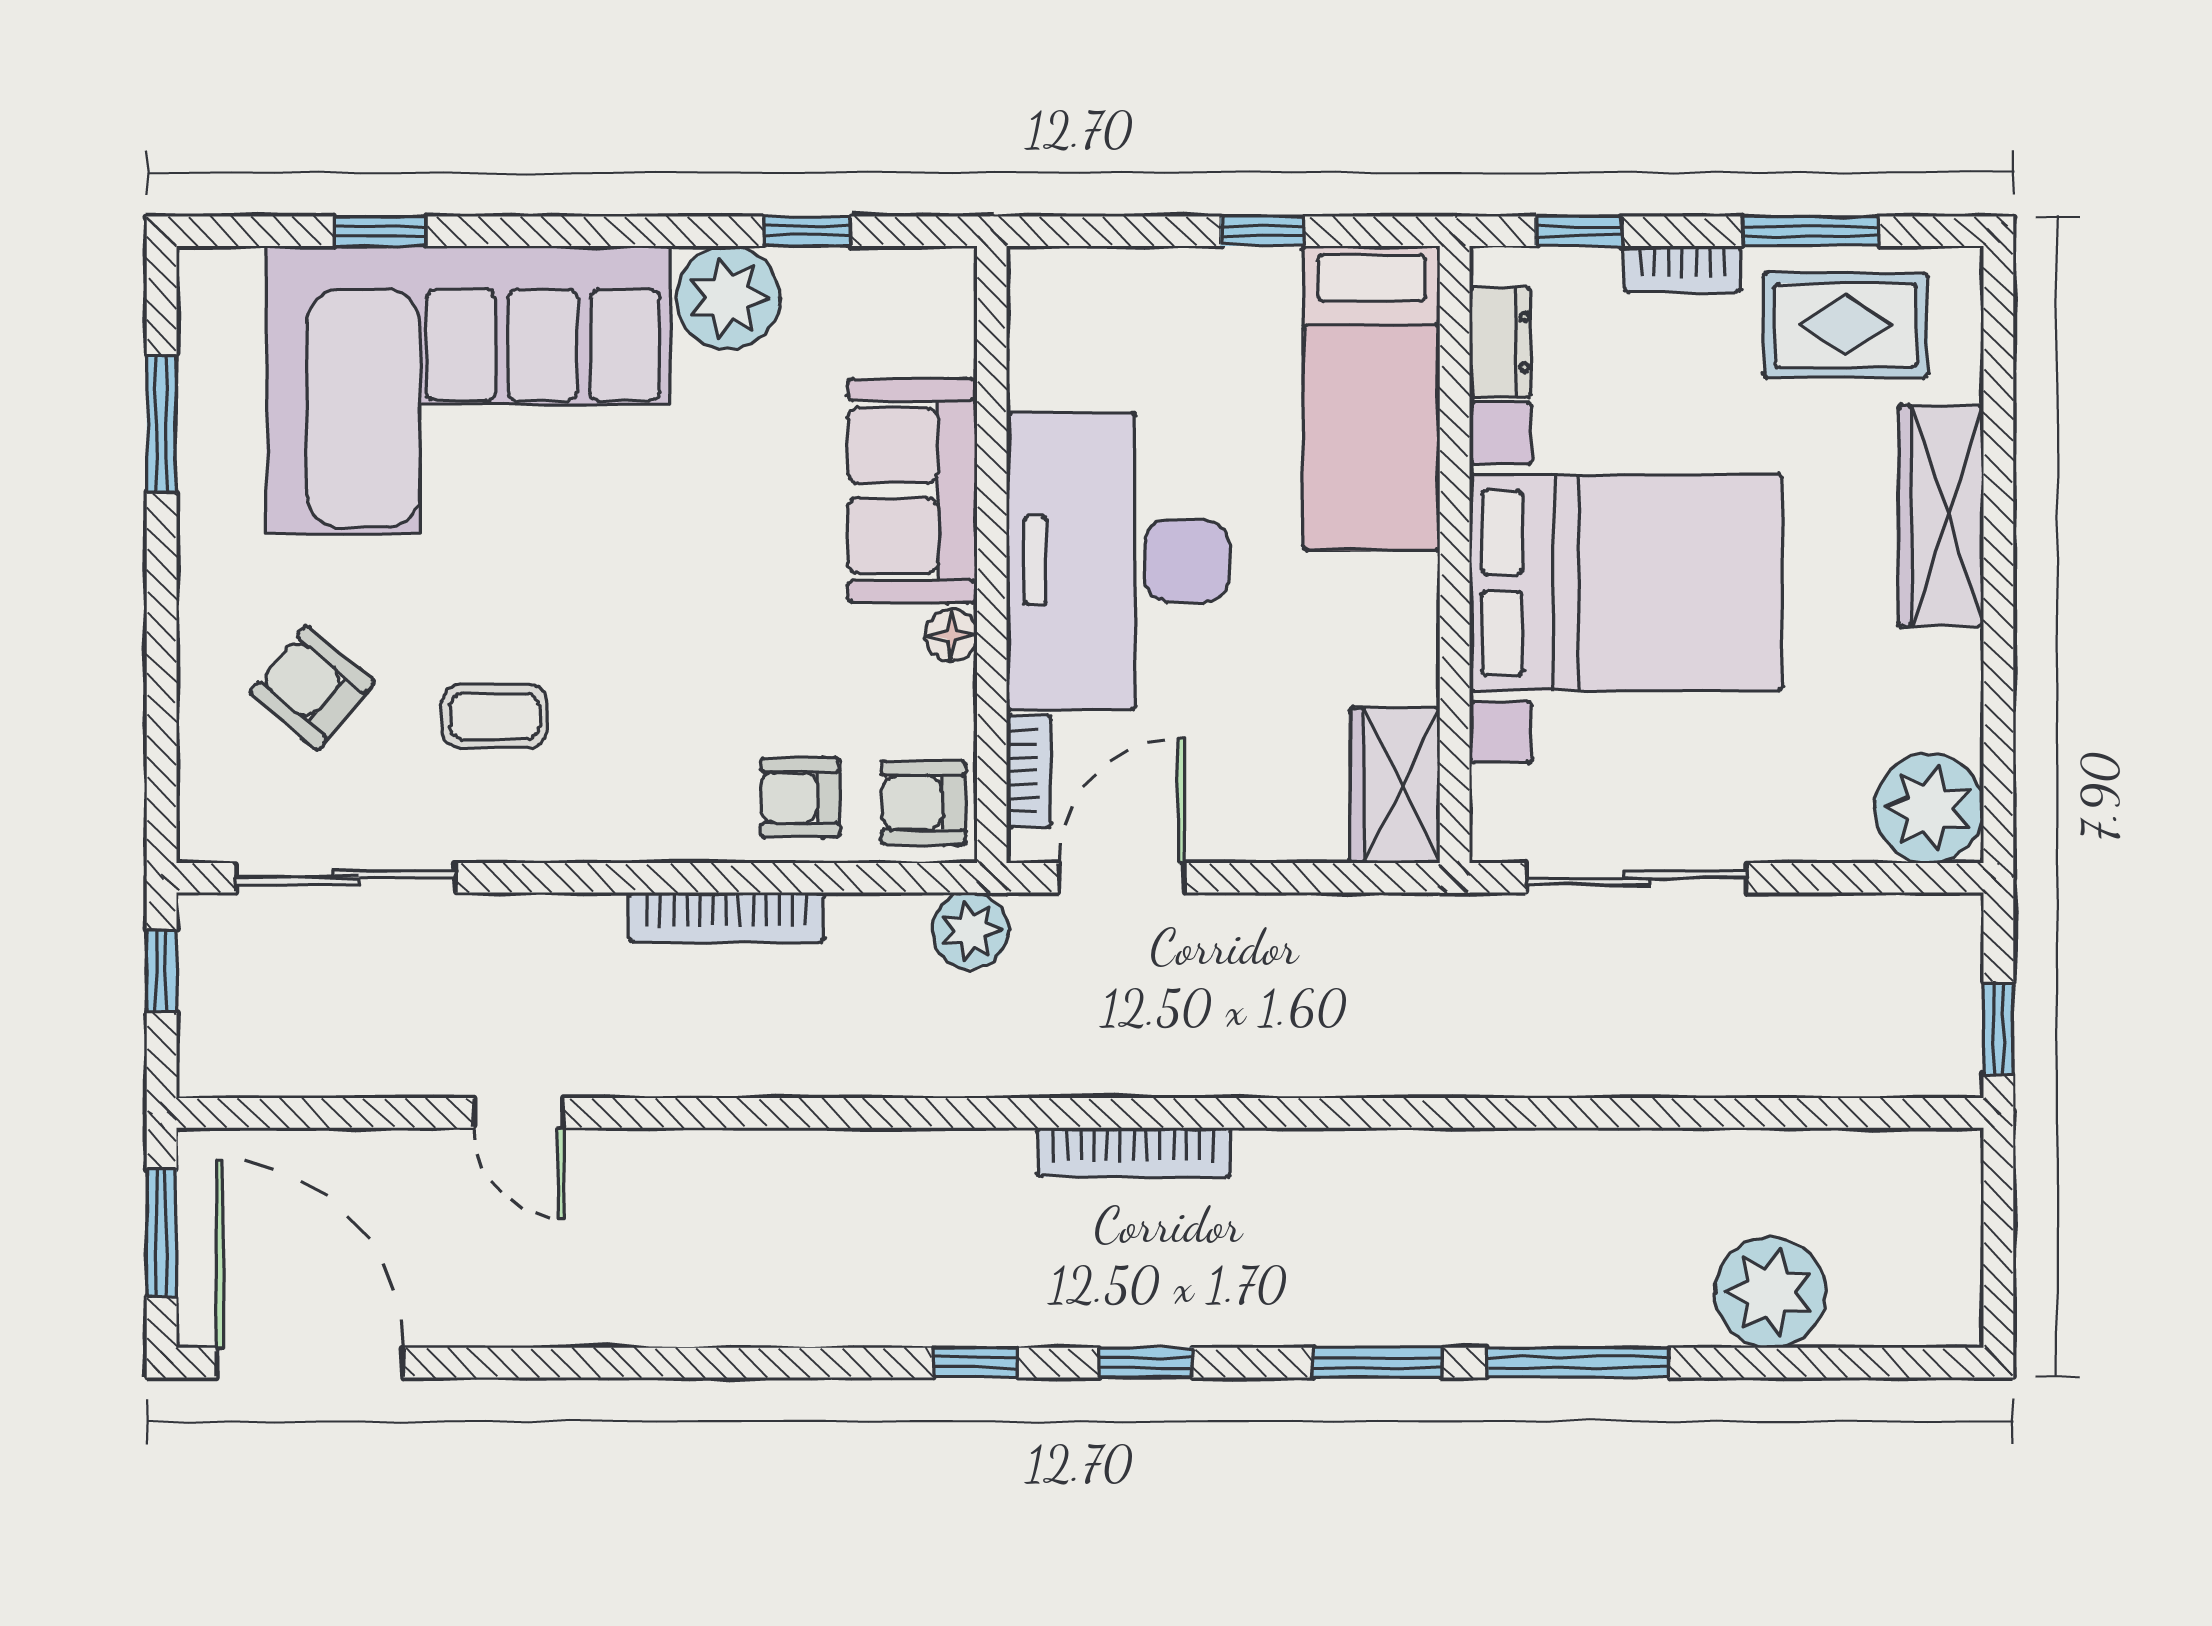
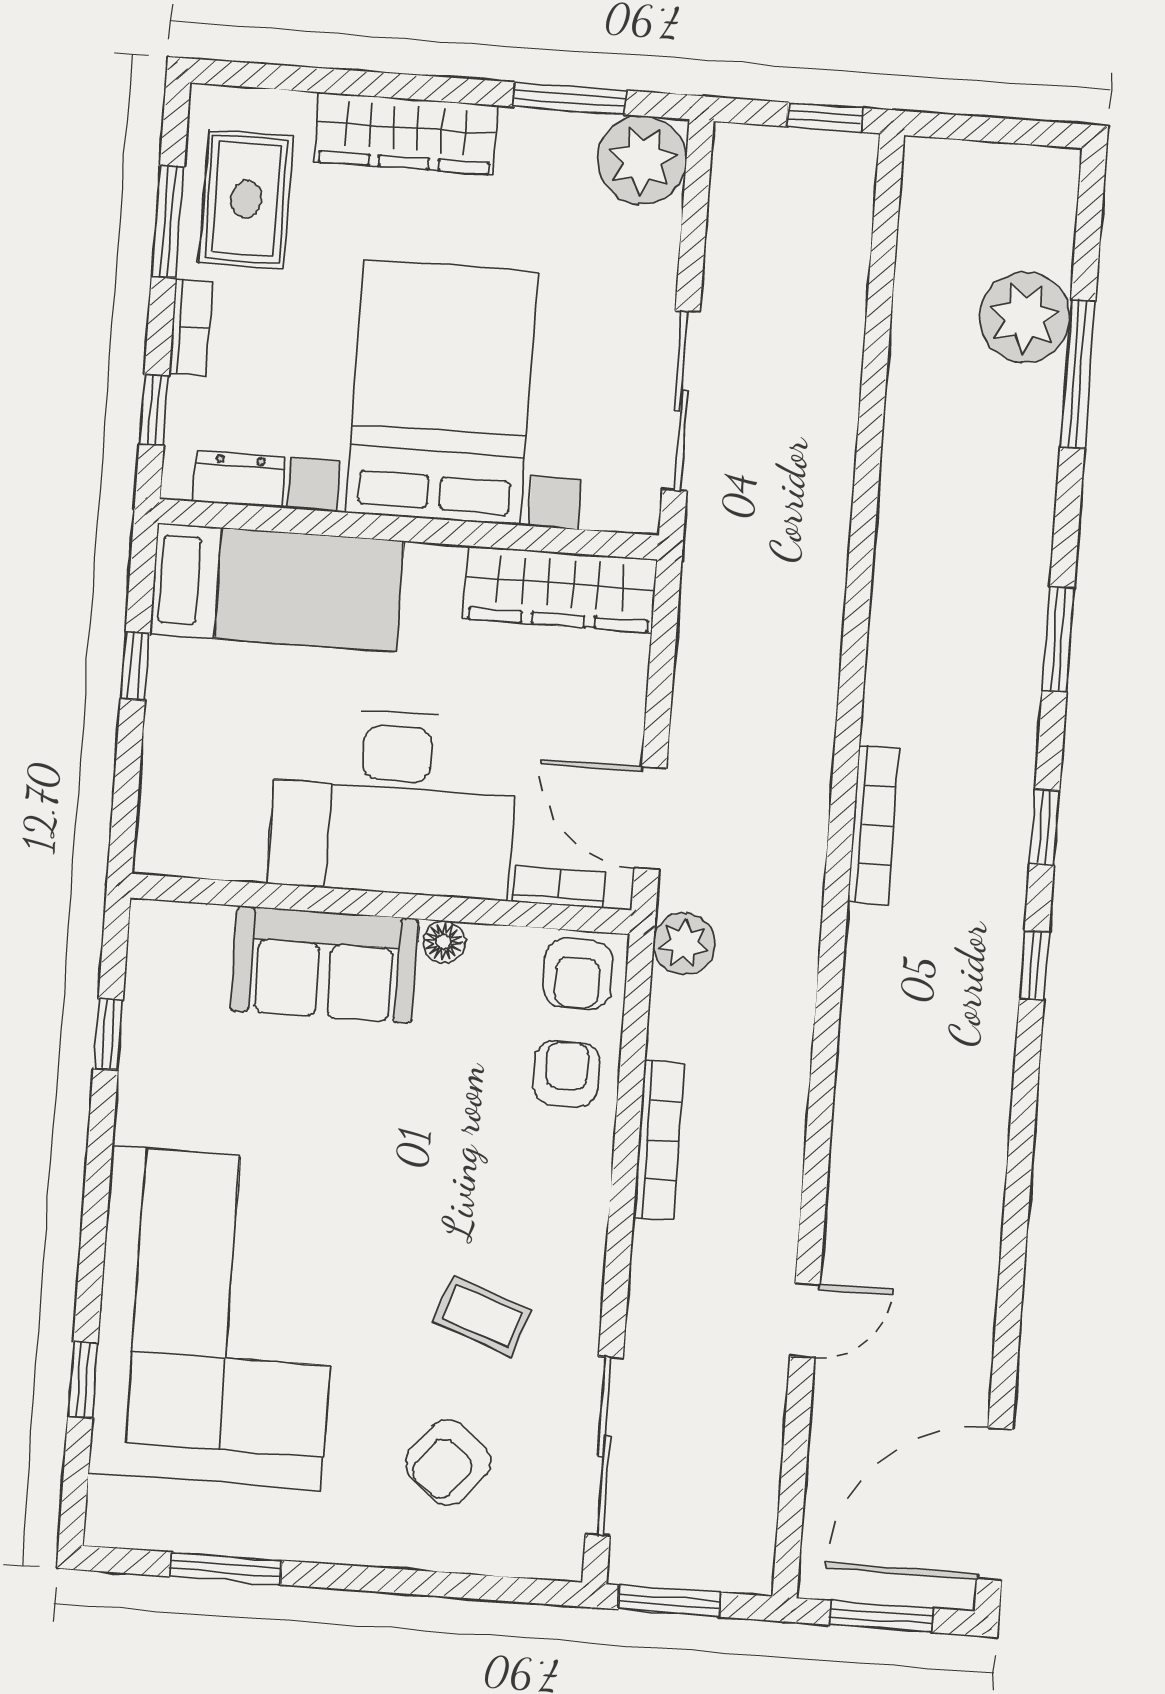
plant: (728, 298) -> (157, 1102), removed
window: (1998, 713) -> (569, 98), added
coffee table: (494, 716) -> (482, 1316), turned -70
wardrobe: (1395, 785) -> (560, 589), width x1.50
armchair: (800, 798) -> (566, 1073), turned 180
window: (162, 971) -> (669, 1601), width x1.50
window: (1578, 1363) -> (1078, 374), moved

